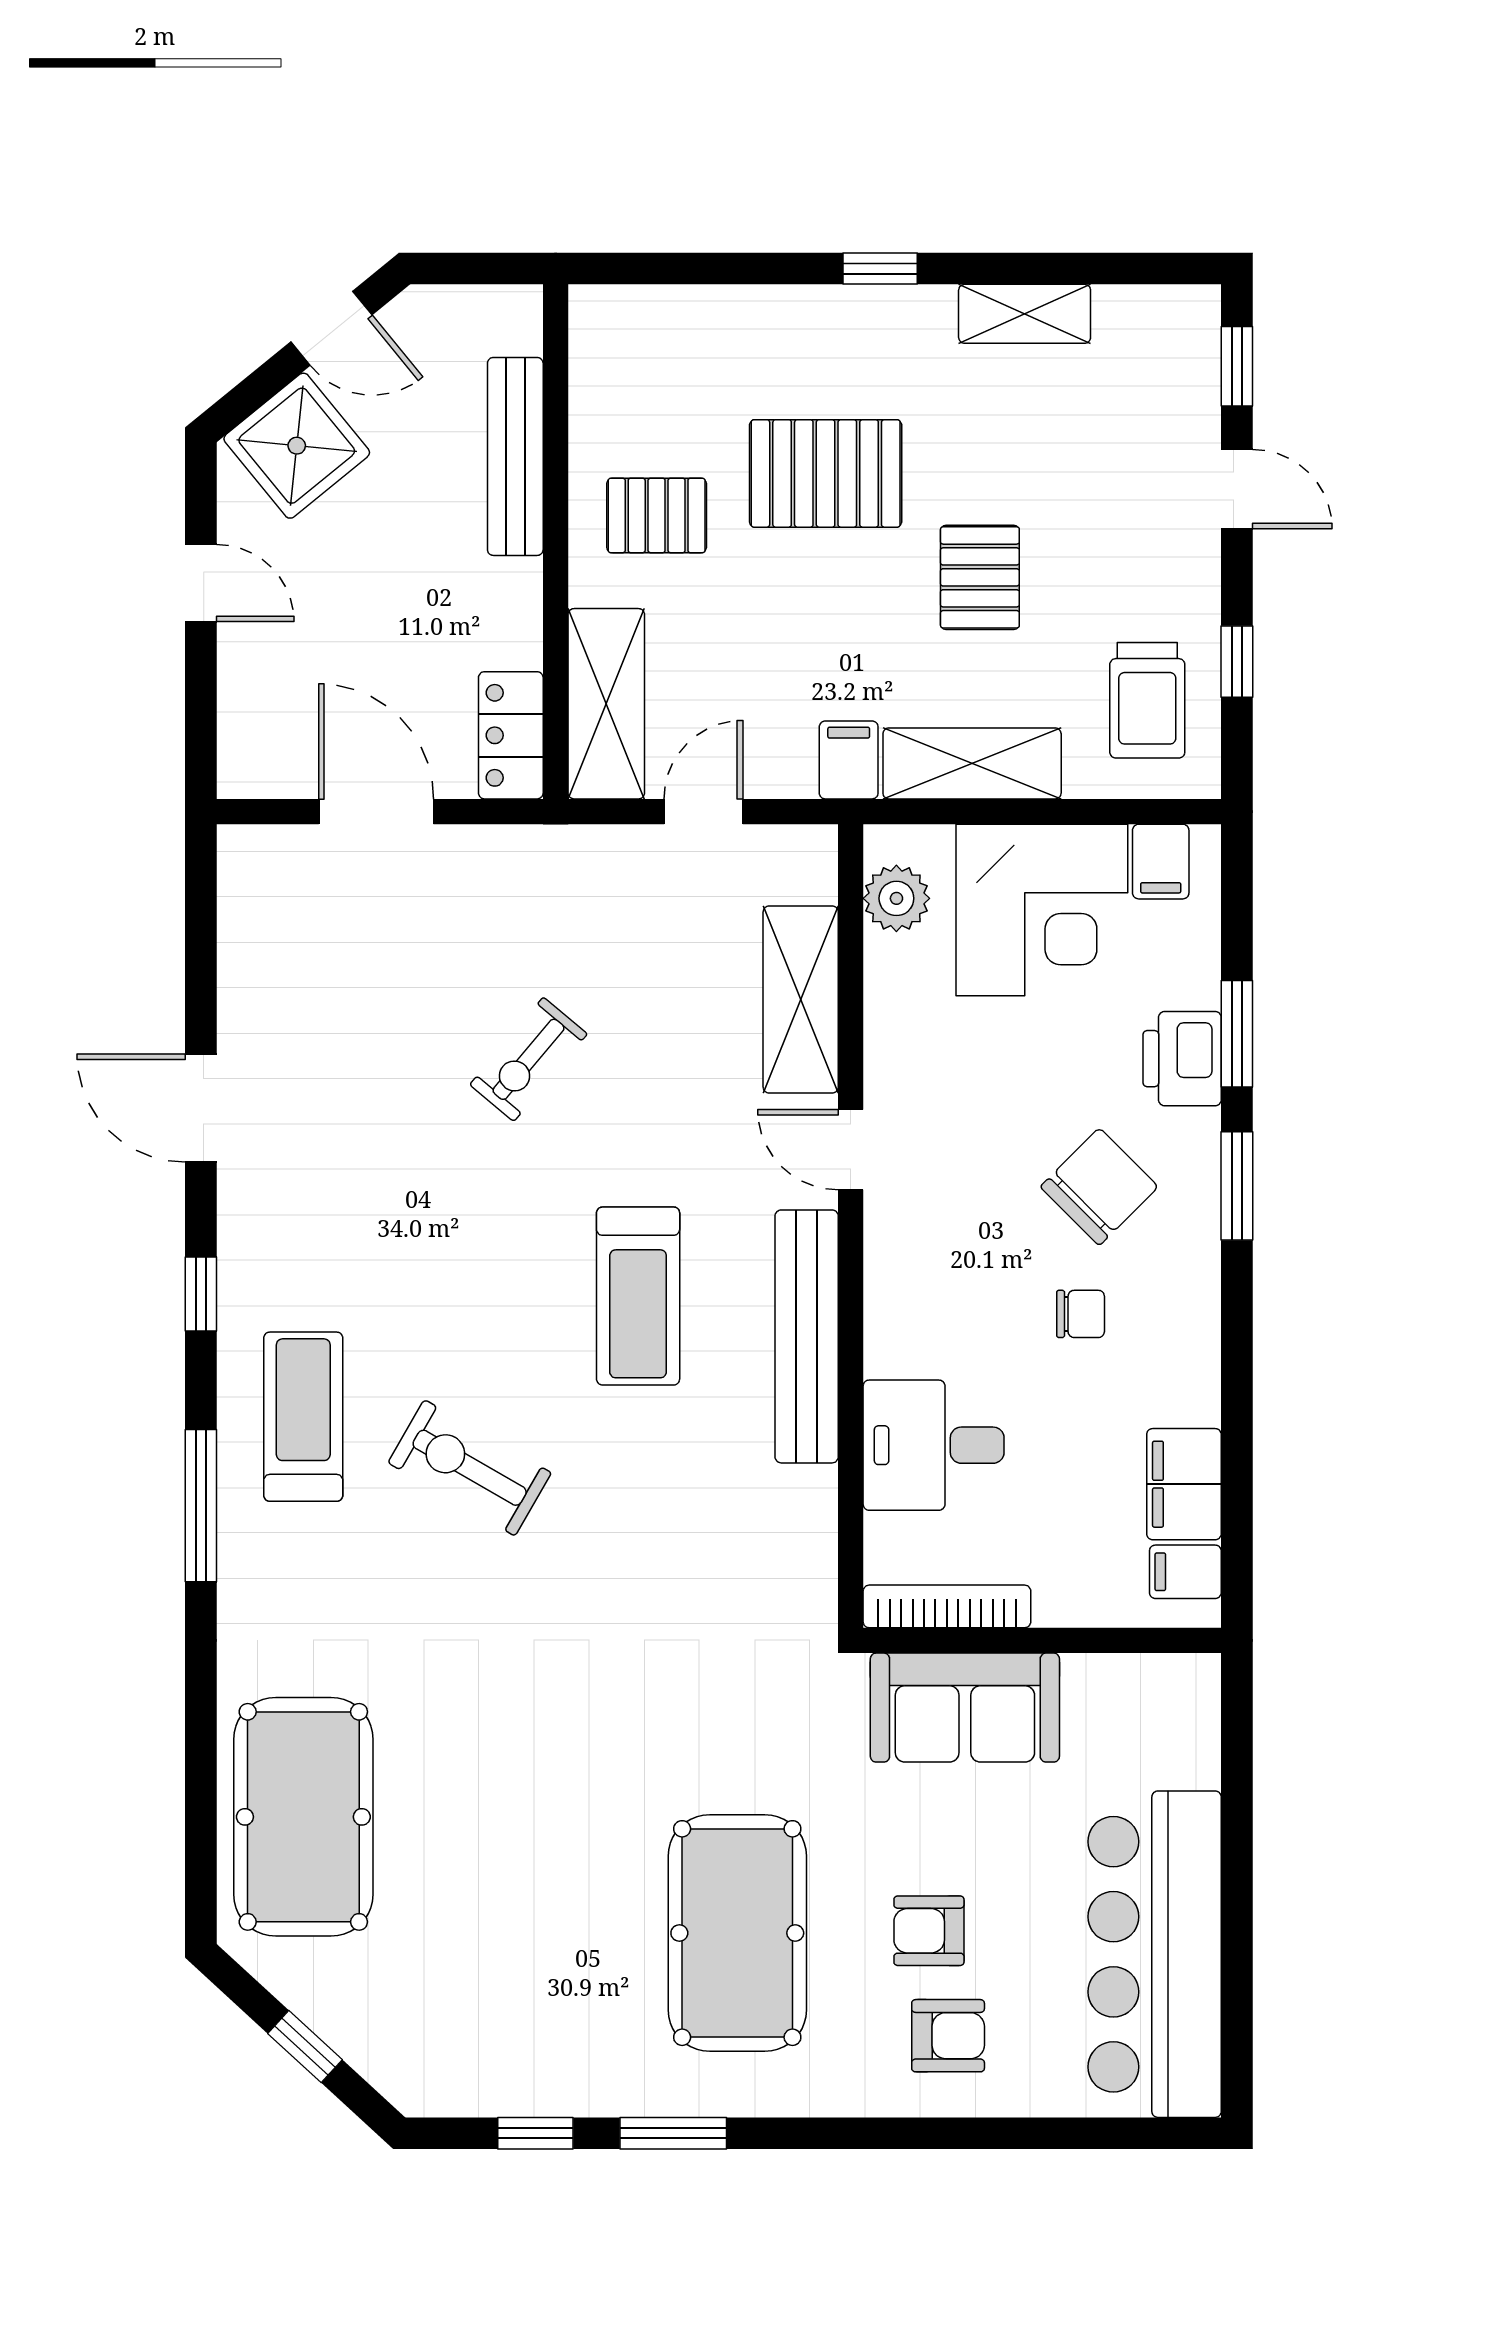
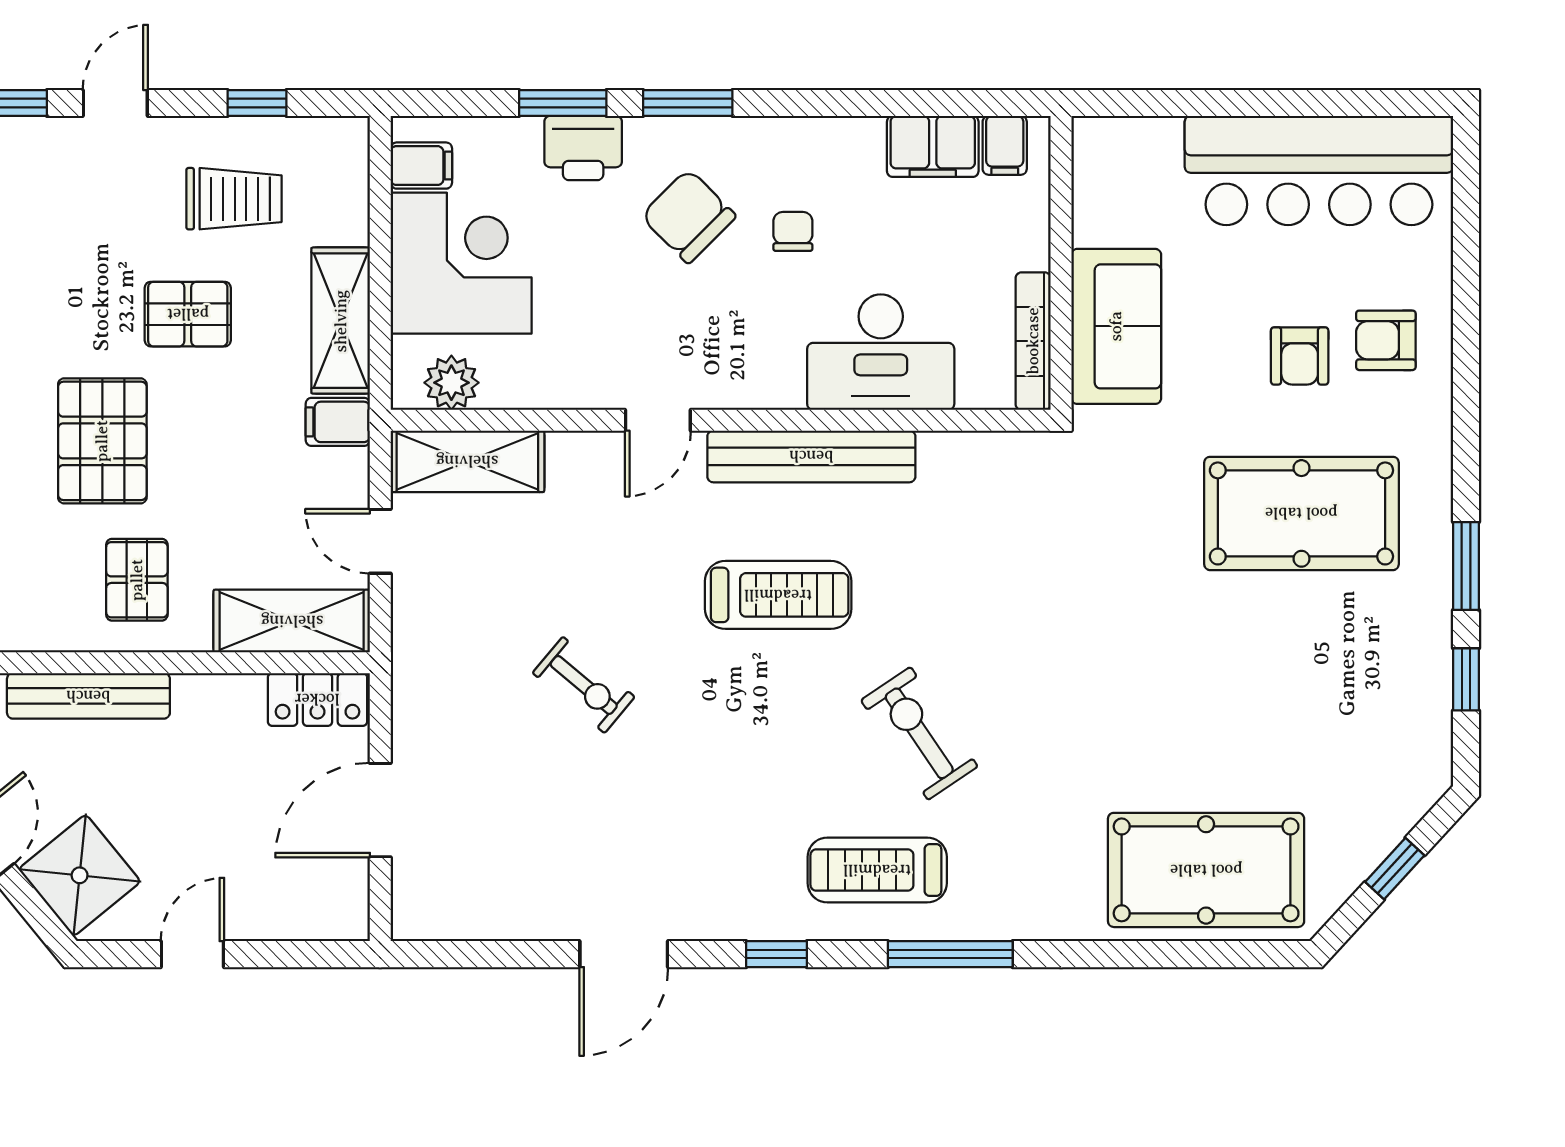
trolley: (1147, 700) -> (234, 199), moved
shelving: (801, 999) -> (467, 461), moved
desk: (934, 1445) -> (881, 352), width x1.37
exercise bike: (470, 1468) -> (919, 733), turned 116
armchair: (948, 2036) -> (1386, 340), turned -90

